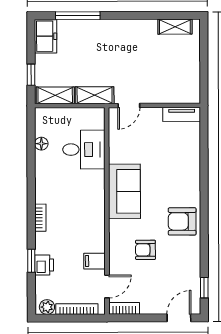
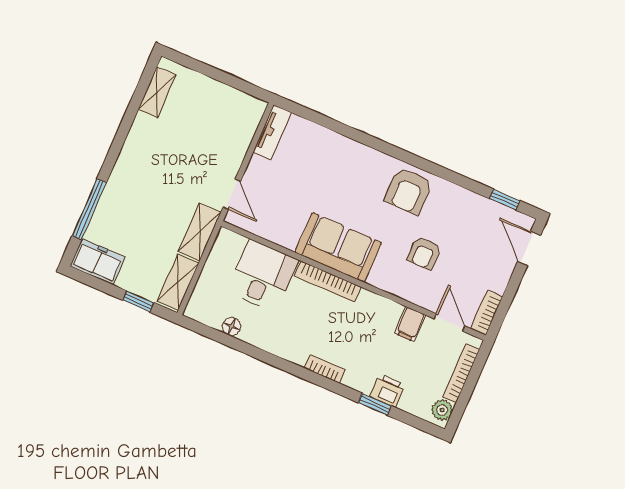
bookcase: (99, 194) -> (328, 281), added

